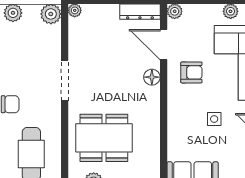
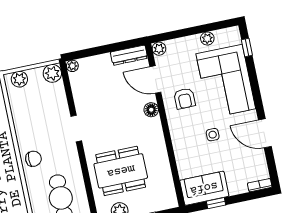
armchair: (191, 72) -> (185, 98), turned 90
doorway: (65, 81) -> (76, 128), width x0.73

